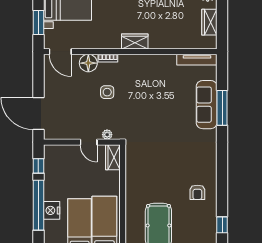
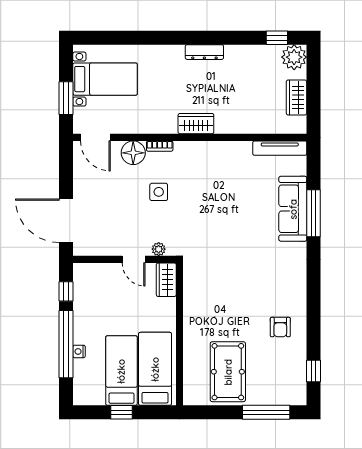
nightstand: (52, 210) -> (79, 351), width x0.53, depth x0.56

